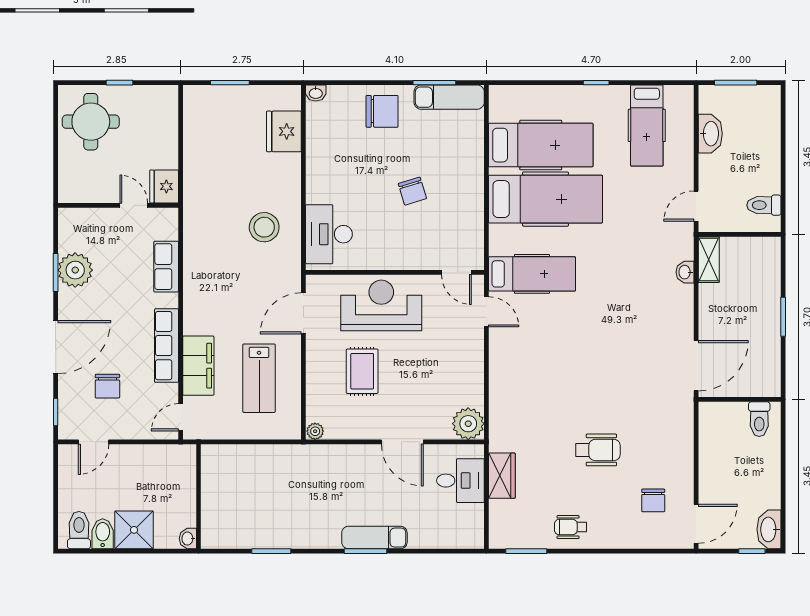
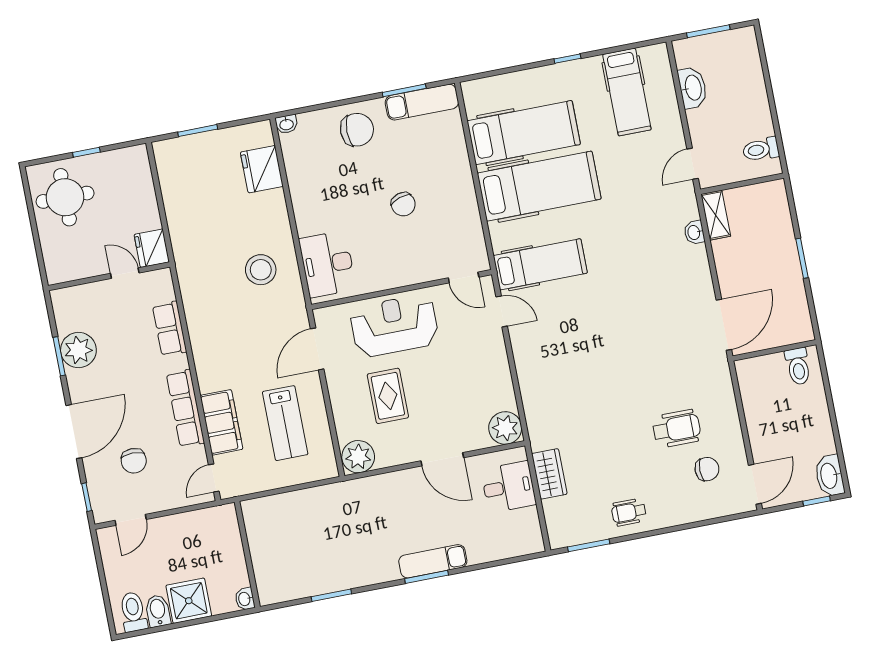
plant: (315, 431) -> (358, 457), width x1.88, depth x1.88
wheelchair: (598, 450) -> (677, 429), moved
chair: (653, 500) -> (707, 469), turned -90

